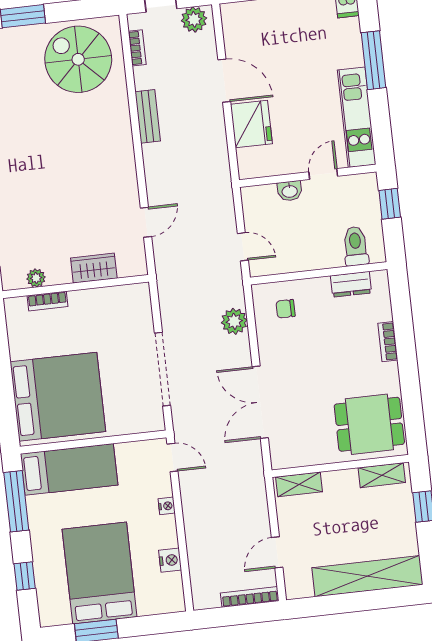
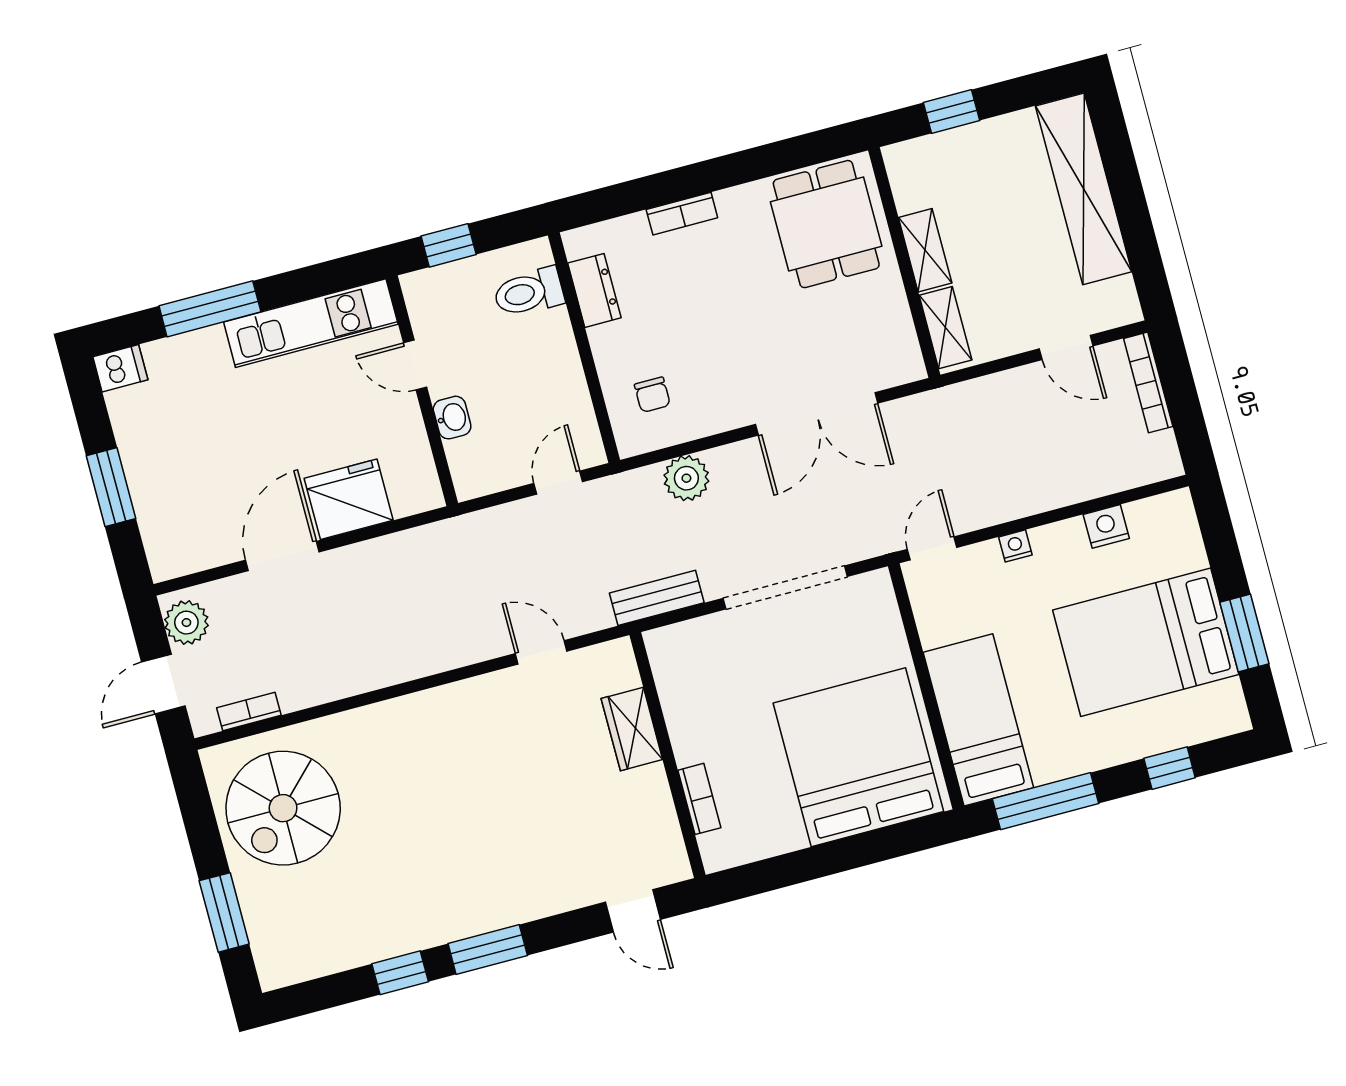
bench: (148, 116) -> (657, 598), moved
plant: (36, 278) -> (663, 824), removed
shelving: (382, 475) -> (925, 250), moved

